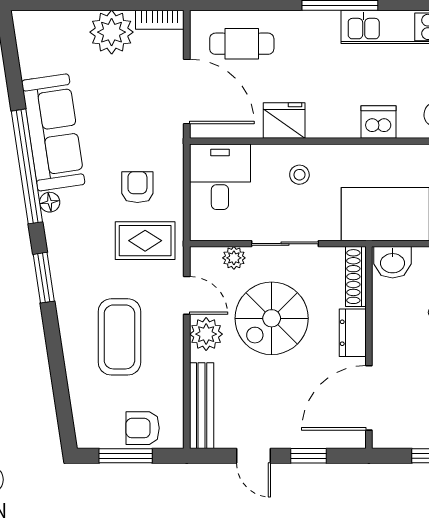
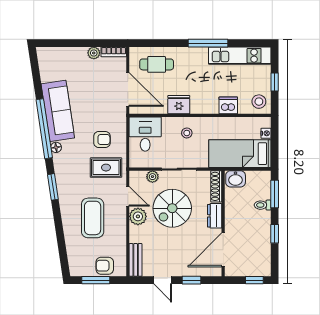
plant: (112, 32) -> (94, 53), width x0.53, depth x0.53
armchair: (137, 187) -> (102, 140), turned 90
bench: (202, 406) -> (136, 260), width x0.73

